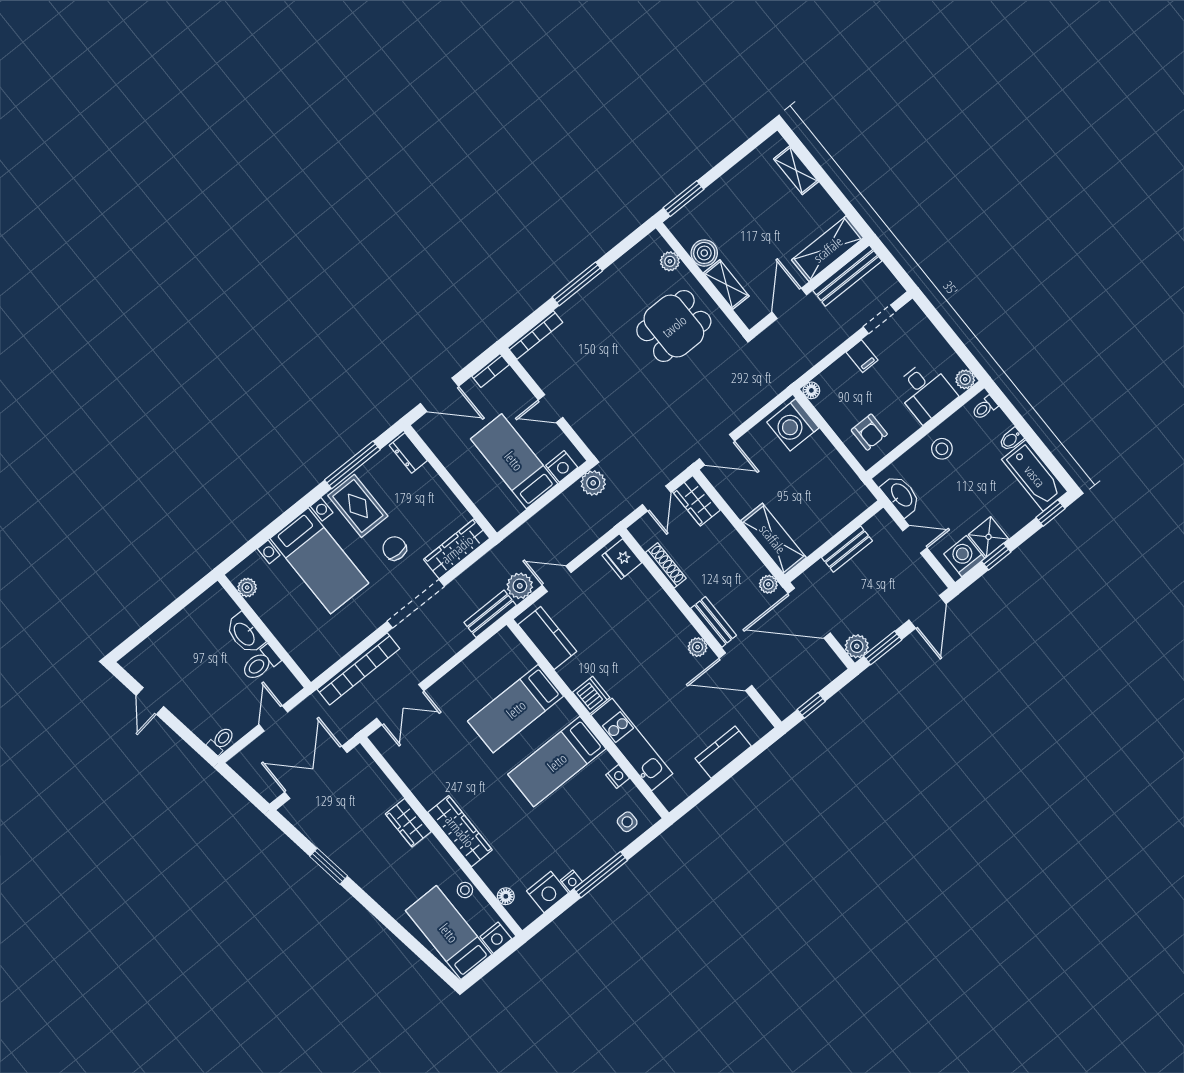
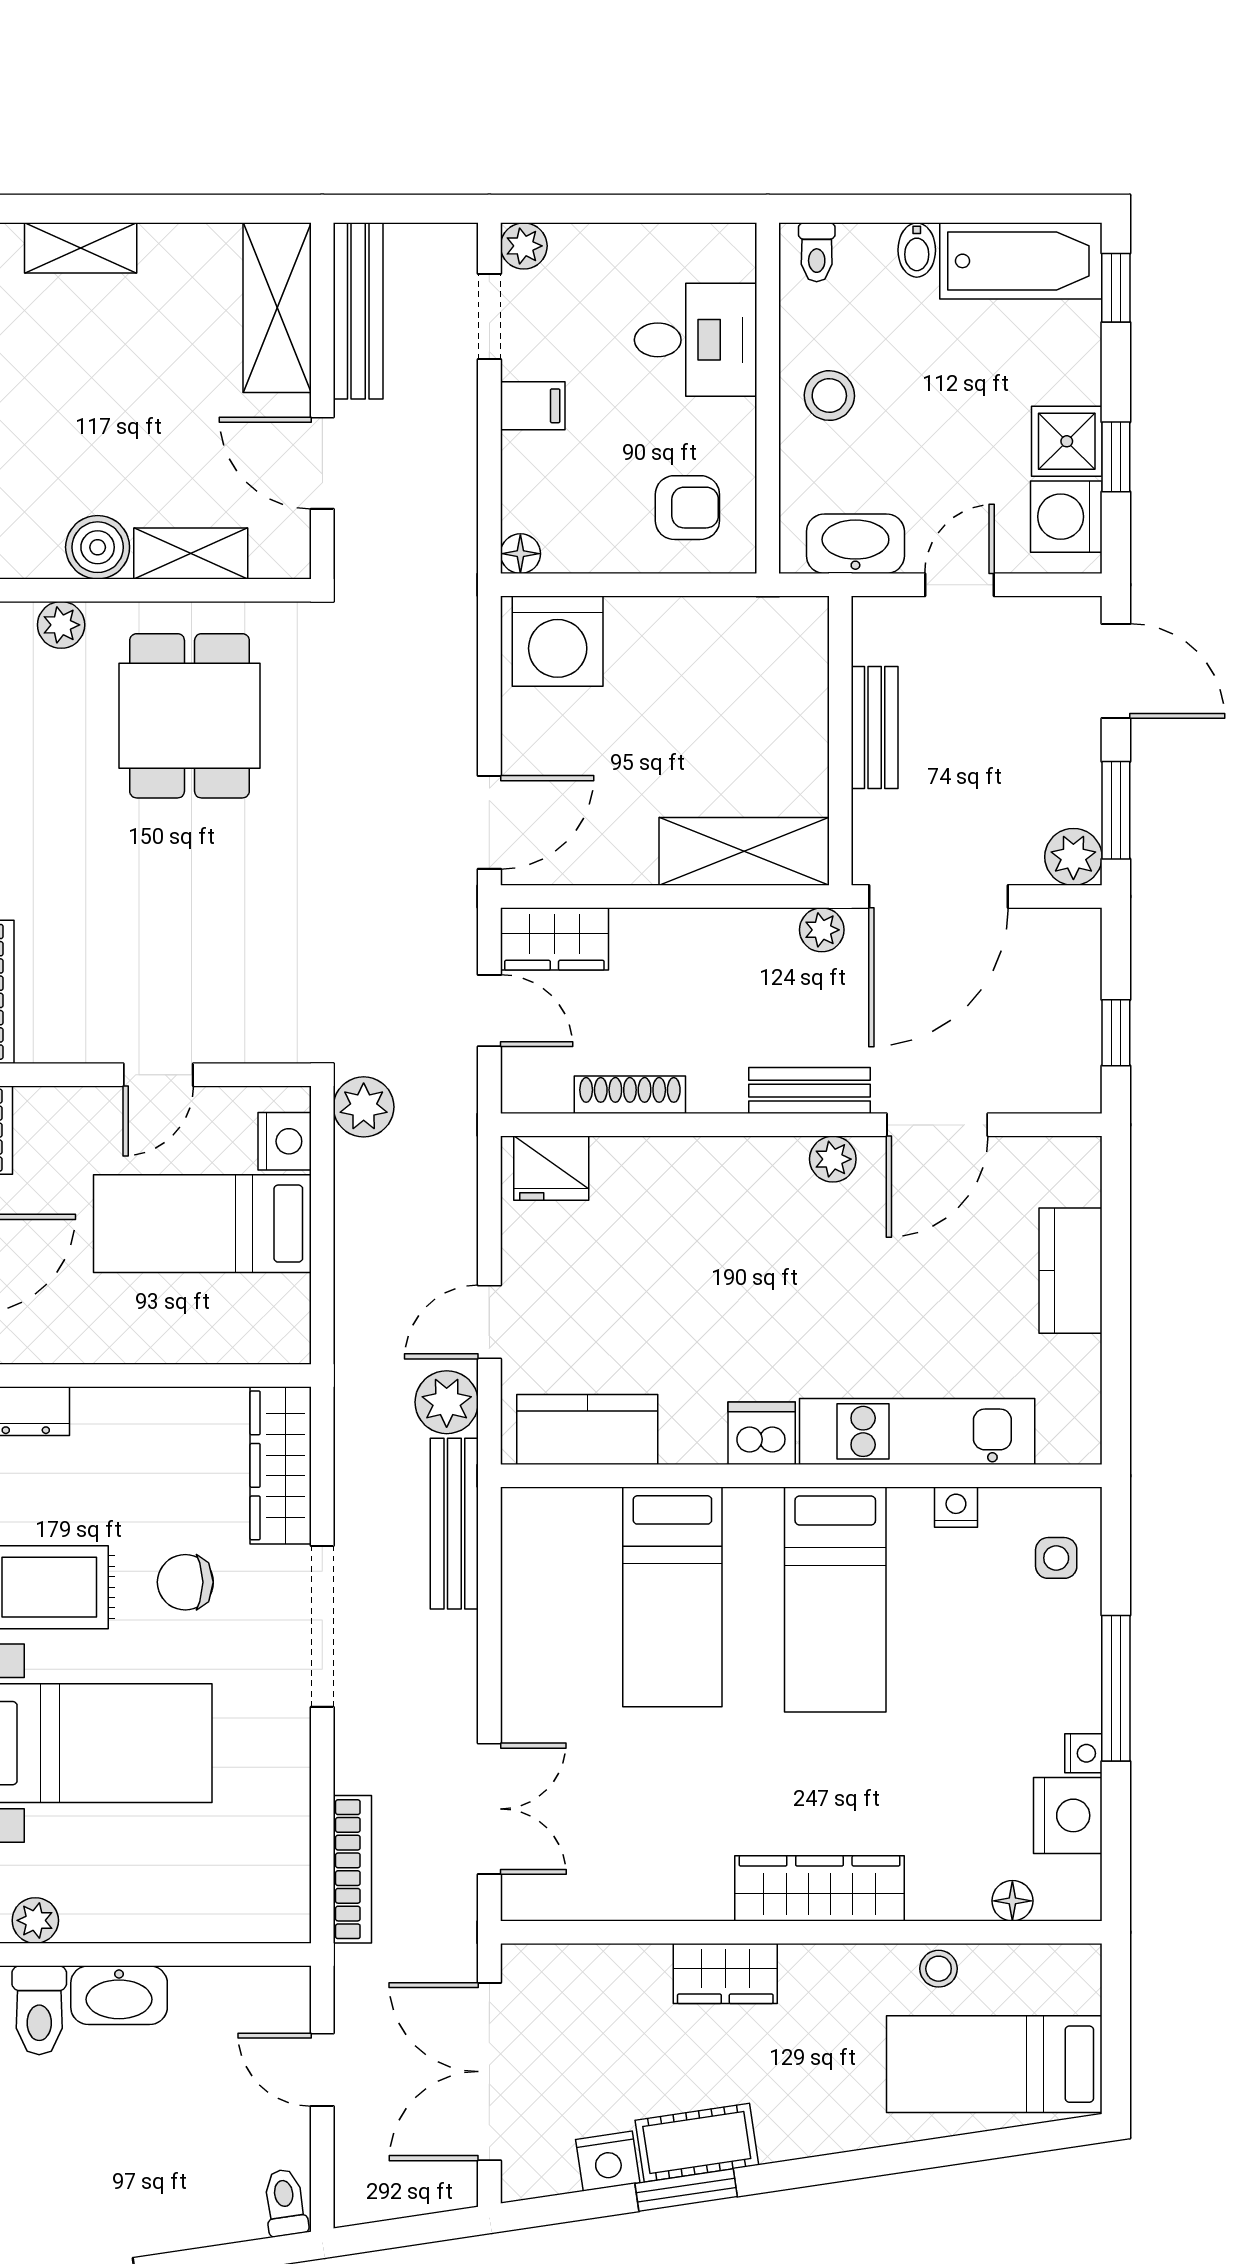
plant: (965, 379) -> (524, 246), moved
bench: (490, 614) -> (454, 1524), width x1.36
toilet: (260, 663) -> (39, 2010), moved
bookcase: (358, 669) -> (352, 1869), width x0.68, depth x0.76
cot: (347, 857) -> (697, 2143), added
nightstand: (496, 938) -> (608, 2161), moved, turned 82

